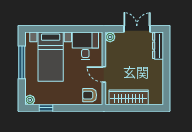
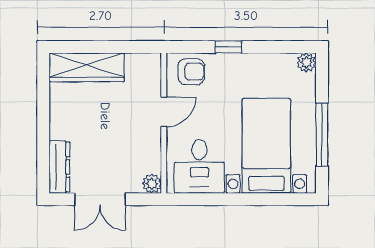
door: (104, 74) -> (164, 112), hinge flipped
wardrobe: (129, 97) -> (87, 67), moved
window: (46, 108) -> (228, 47), moved

